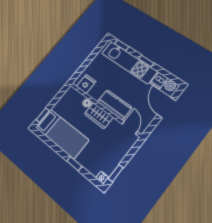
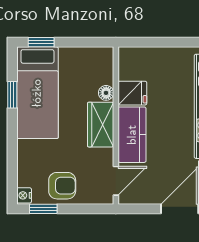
fridge: (86, 84) -> (132, 93), moved
armchair: (112, 155) -> (62, 186), added
window: (74, 164) -> (12, 95), moved

